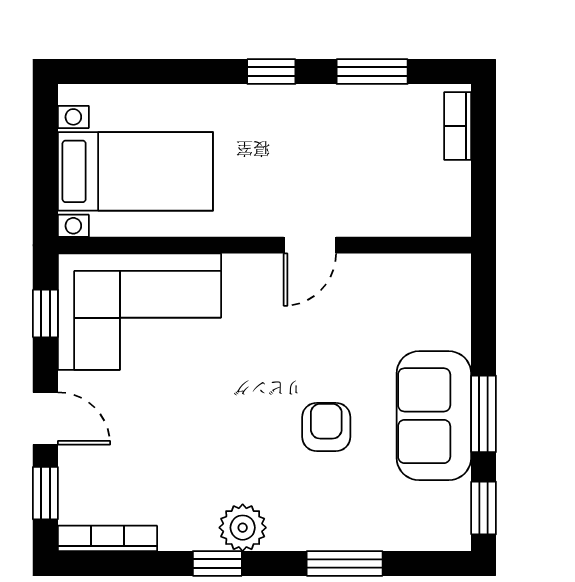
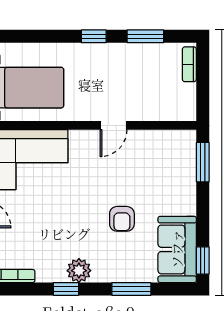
window: (484, 414) -> (203, 162), moved
sofa: (434, 416) -> (177, 249), moved
armchair: (326, 427) -> (122, 219), turned 180

